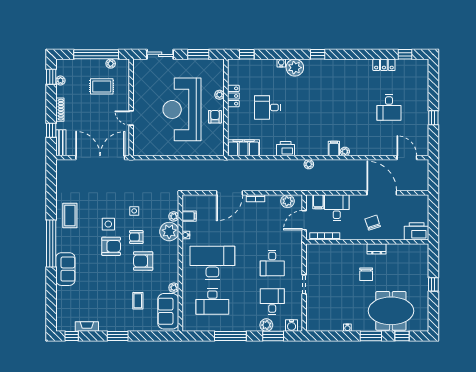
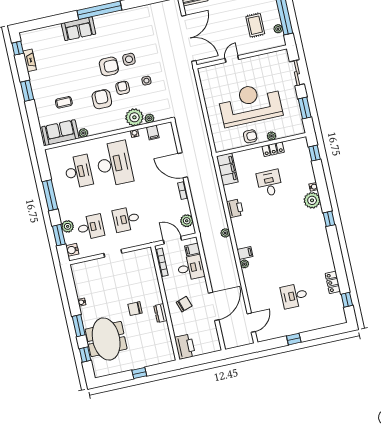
coffee table: (70, 216) -> (129, 22), removed
armchair: (111, 246) -> (109, 66), turned -90
desk: (212, 302) -> (78, 172), turned 180

